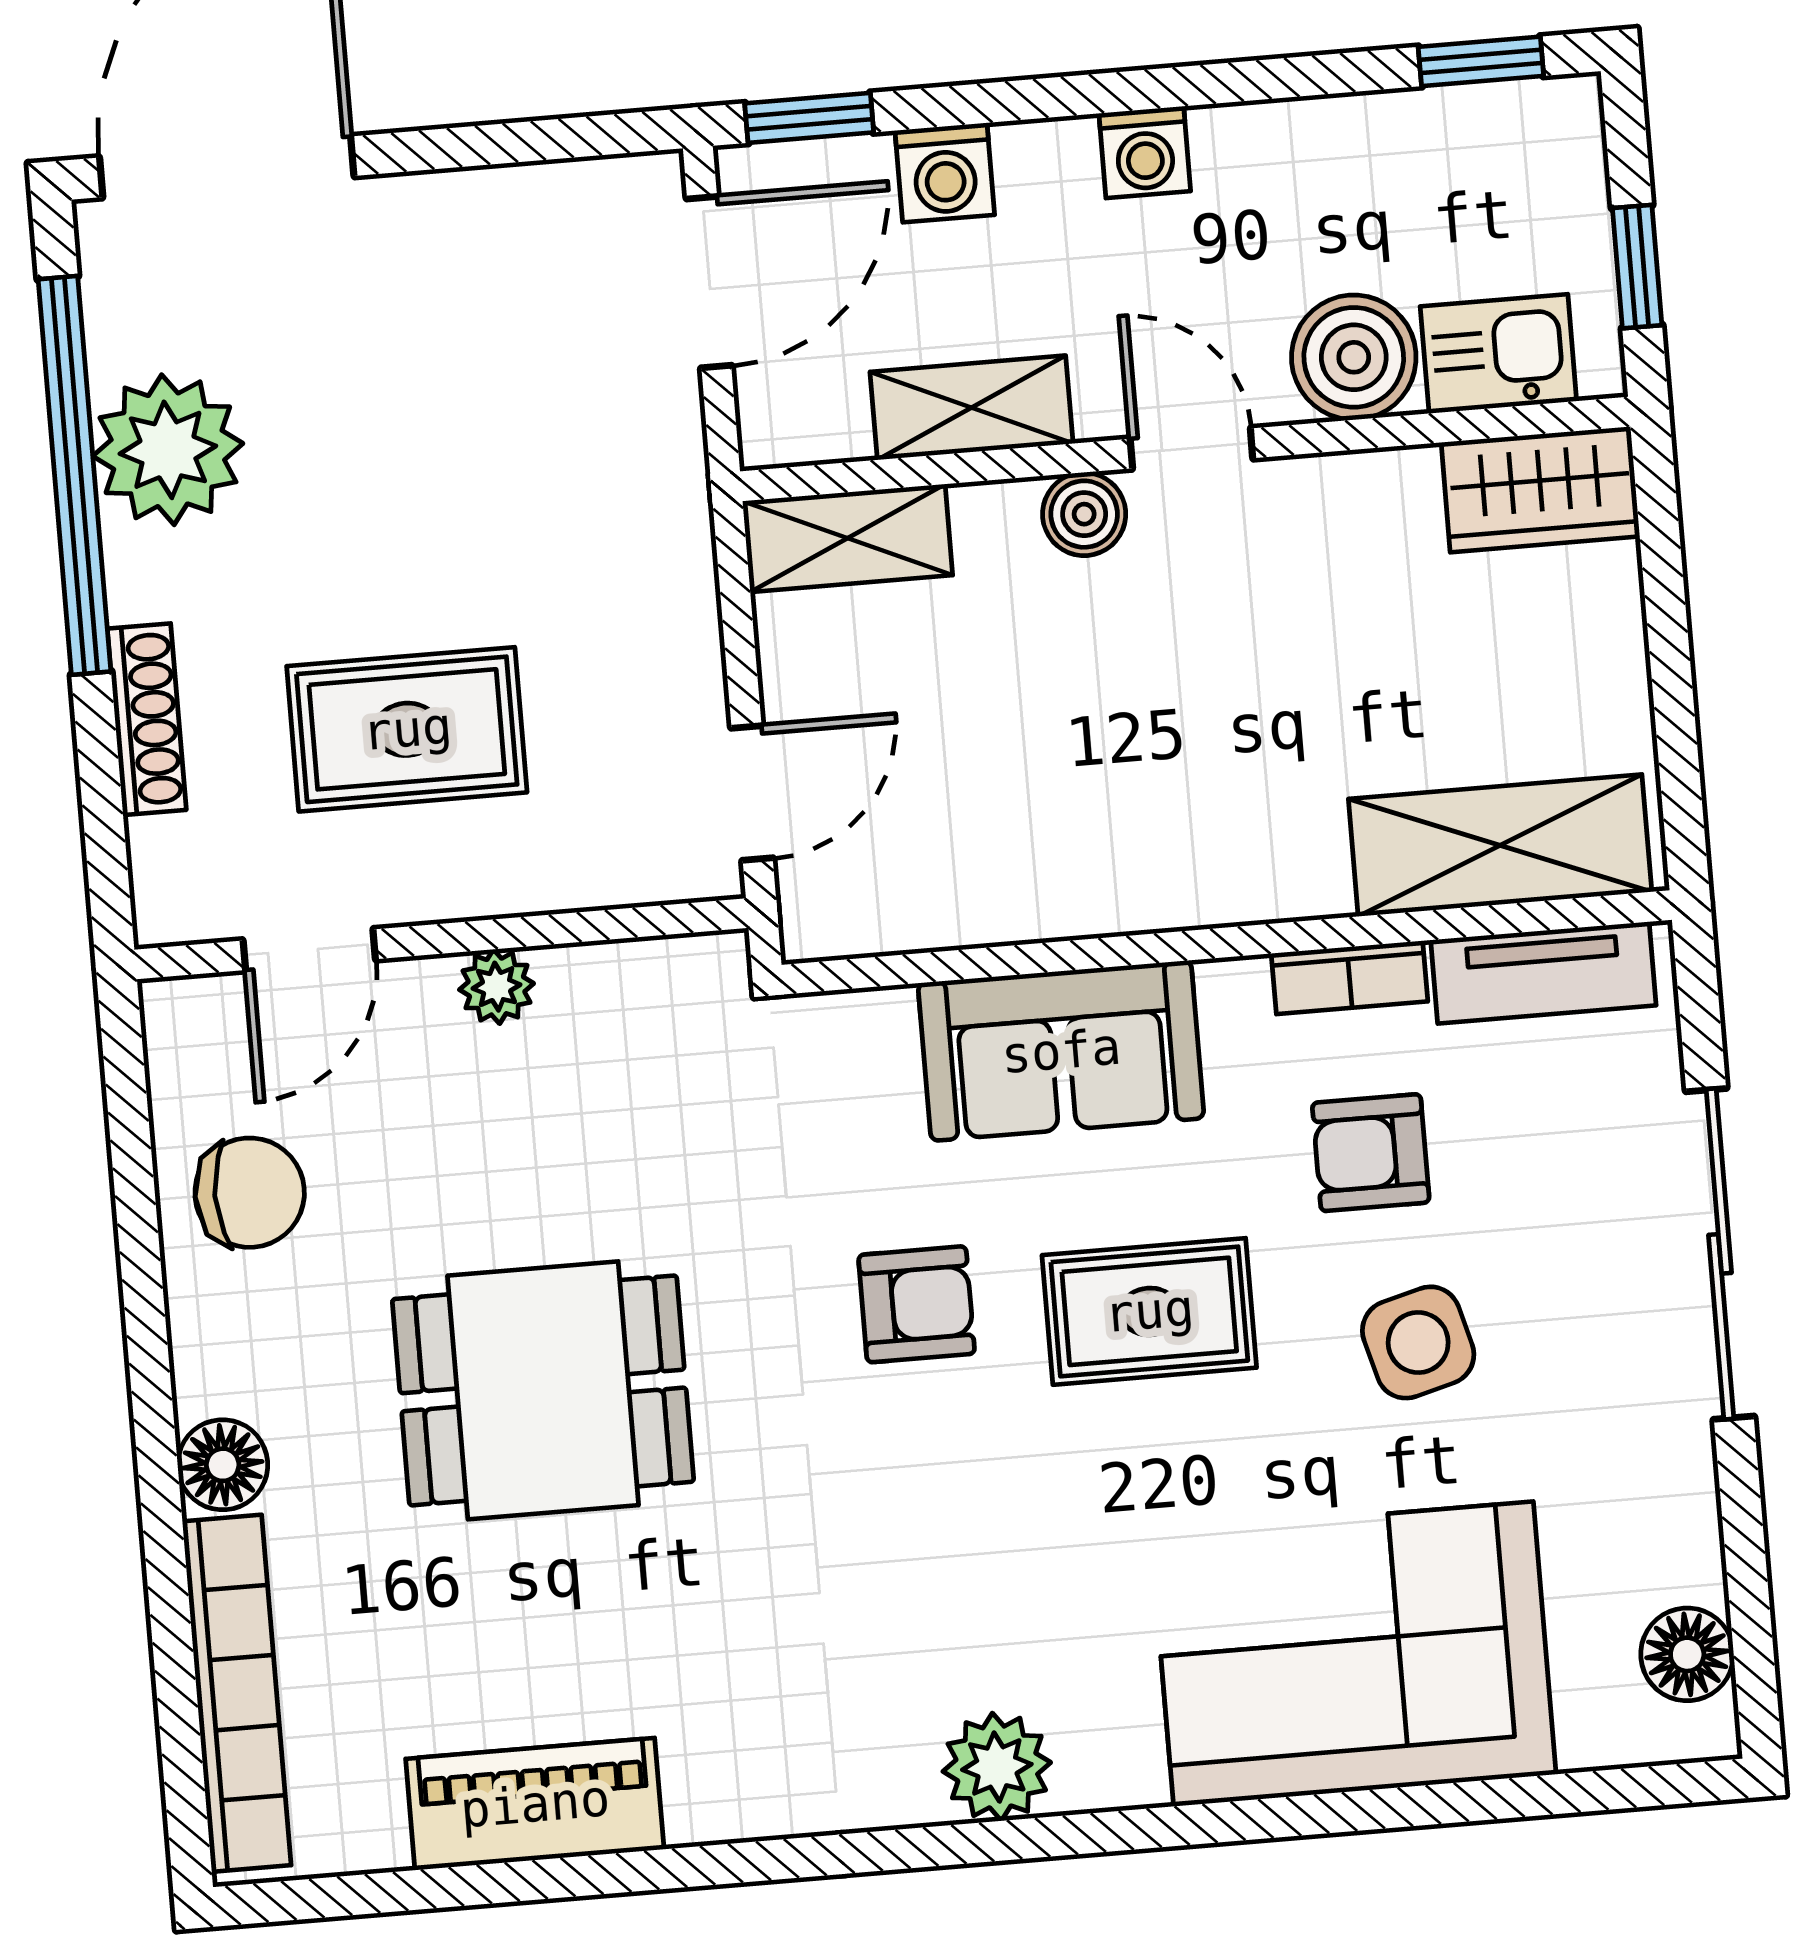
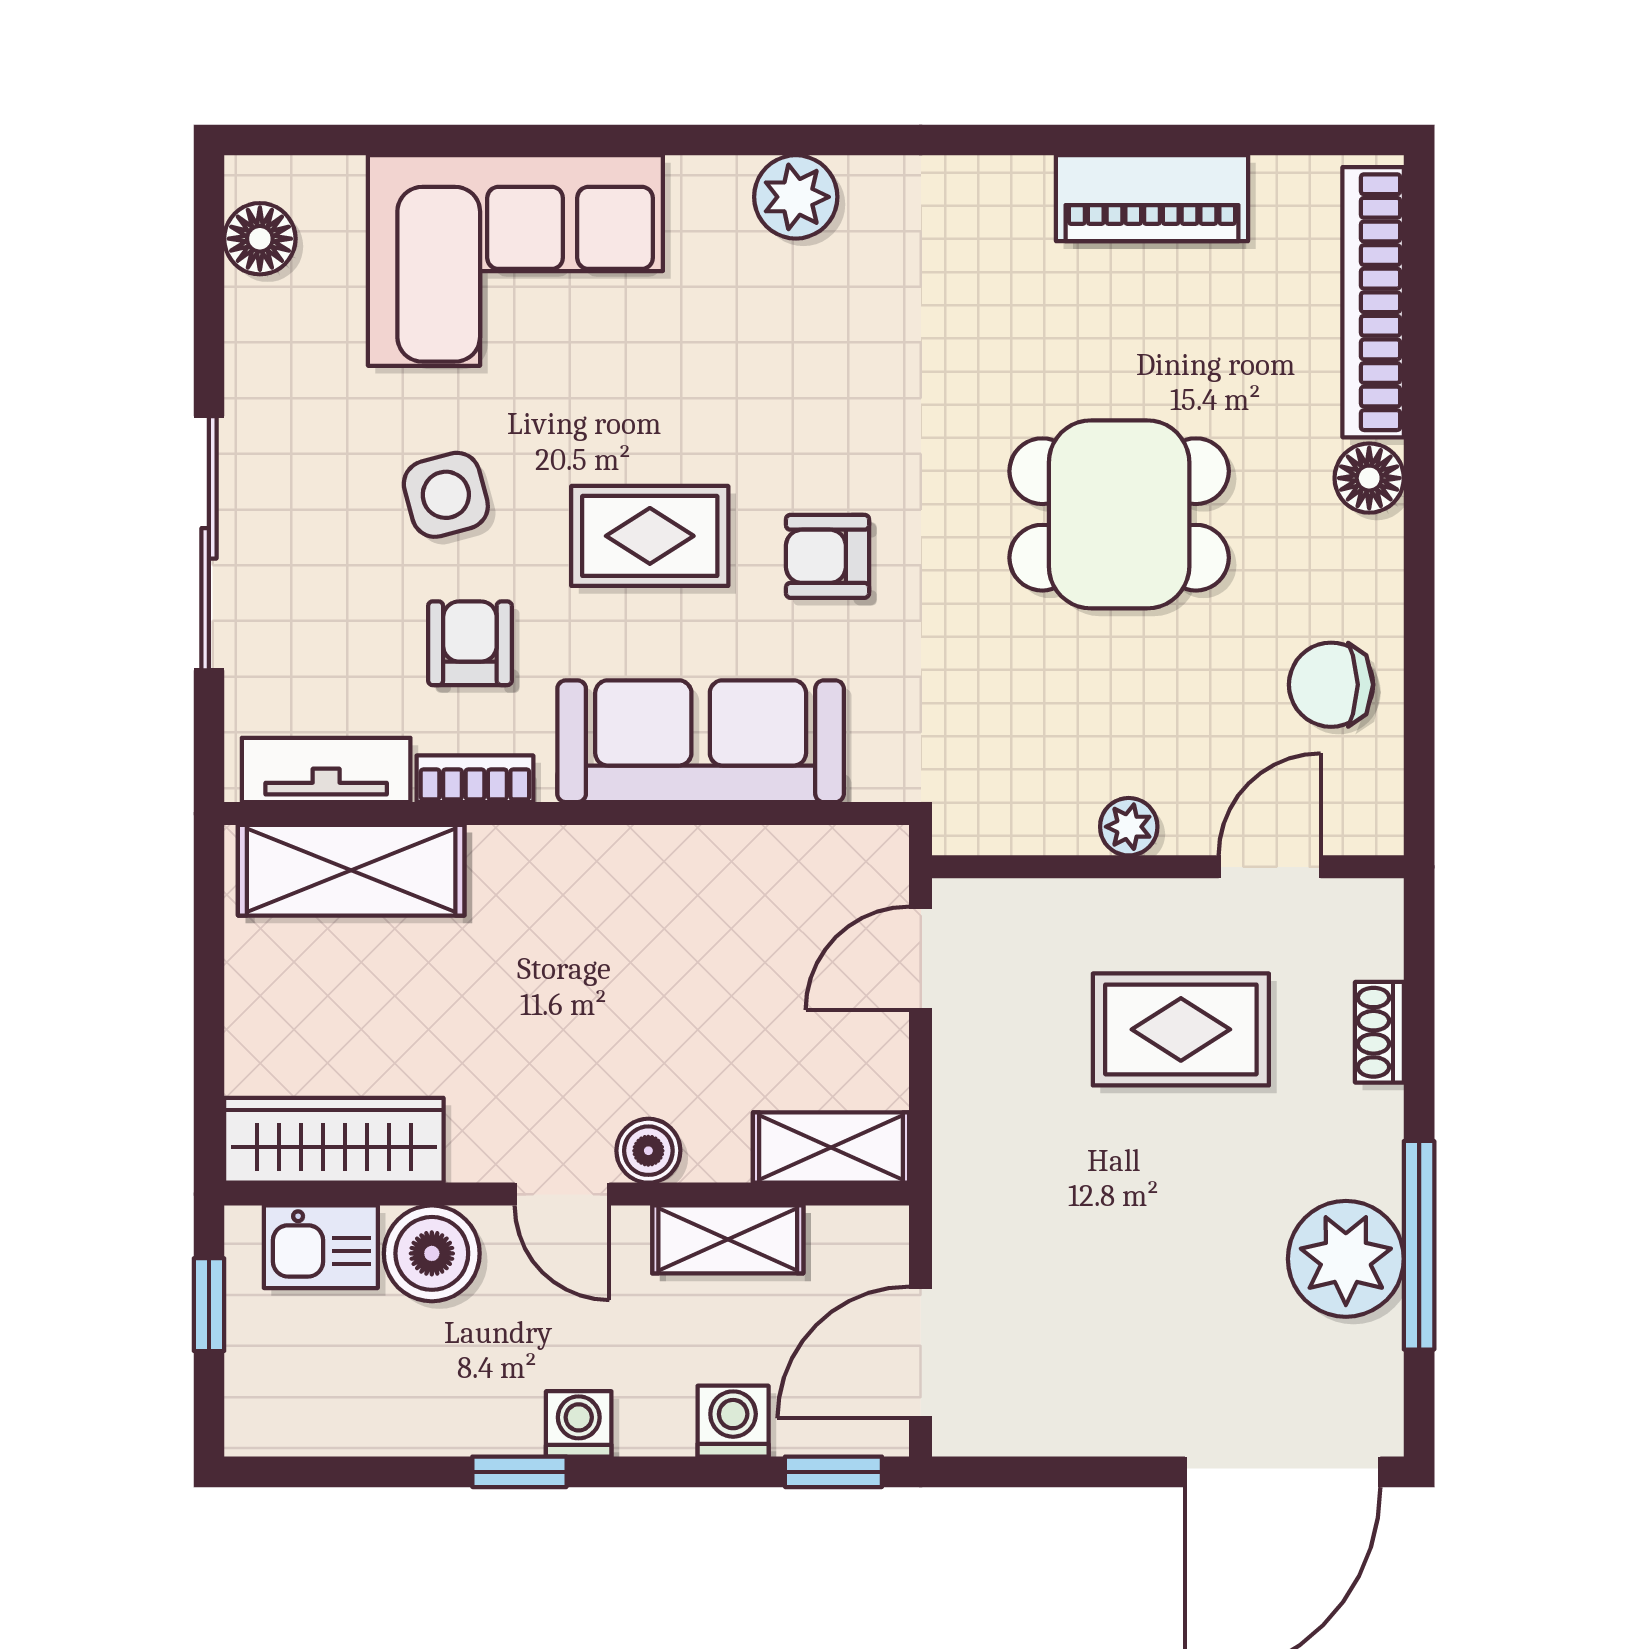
window: (1481, 61) -> (519, 1472), moved
window: (74, 475) -> (1419, 1245), width x0.68
wardrobe: (1540, 489) -> (334, 1140), width x1.50
shoe rack: (147, 719) -> (1379, 1032), width x0.70
sofa: (1061, 1051) -> (701, 741), width x1.36
armchair: (1371, 1153) -> (470, 643), turned -90

